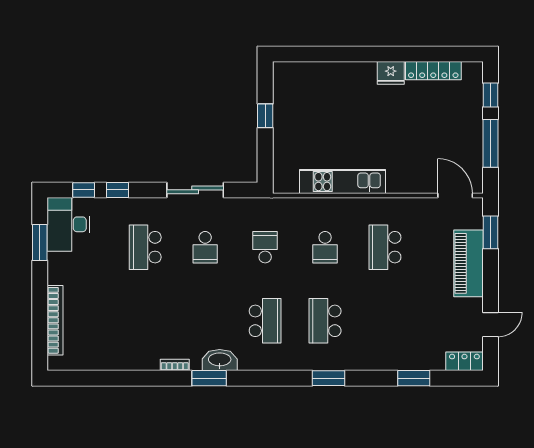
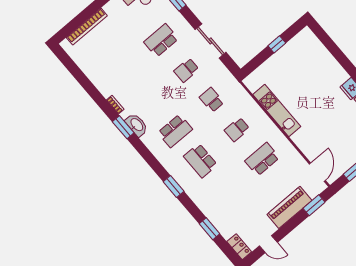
school desk: (265, 247) -> (212, 100), turned -90
school desk: (325, 321) -> (200, 161), turned -90

